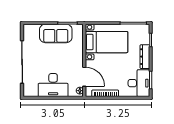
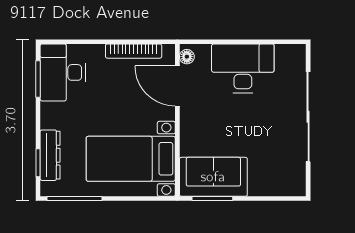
sofa: (56, 33) -> (213, 177), moved
dresser: (145, 57) -> (50, 155), moved

